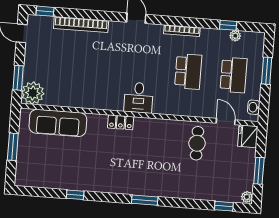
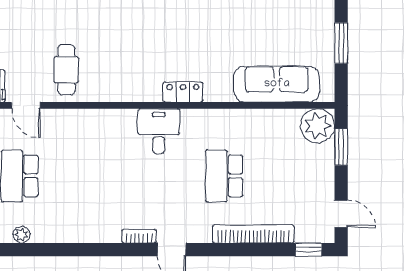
window: (228, 25) -> (33, 250), removed
bookcase: (182, 31) -> (139, 236), moved, width x0.64
school desk: (188, 71) -> (224, 176), moved

